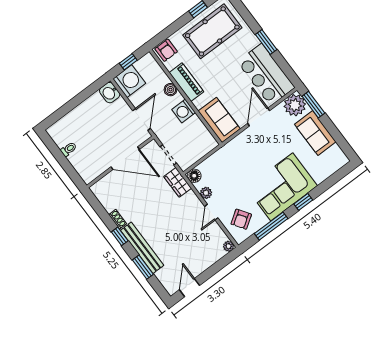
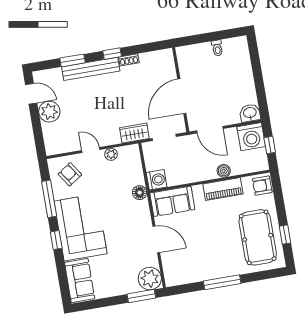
window: (266, 42) -> (222, 282), width x1.44
bar counter: (266, 75) -> (192, 266), removed
washing machine: (184, 111) -> (157, 180), moved, turned 90
sofa: (315, 133) -> (80, 280), moved, turned 90
floor lamp: (194, 176) -> (140, 193), moved
plant: (229, 246) -> (49, 112), moved, width x1.87, depth x1.87

